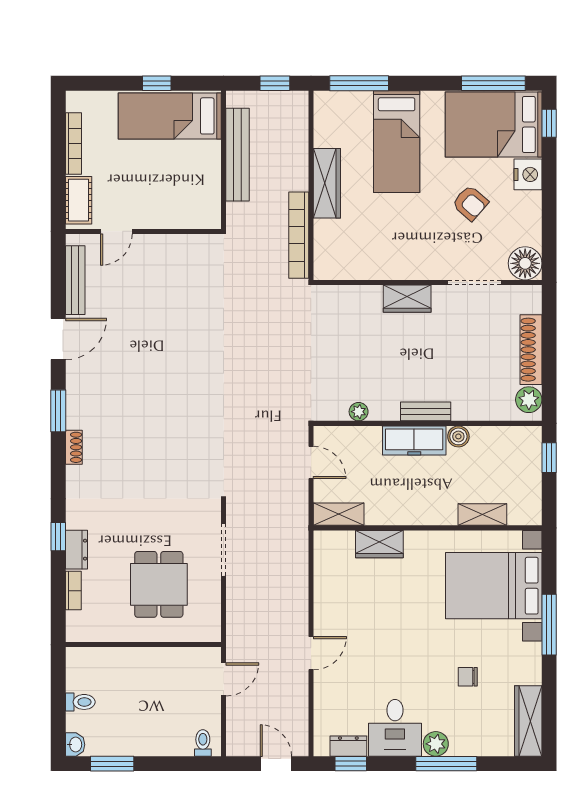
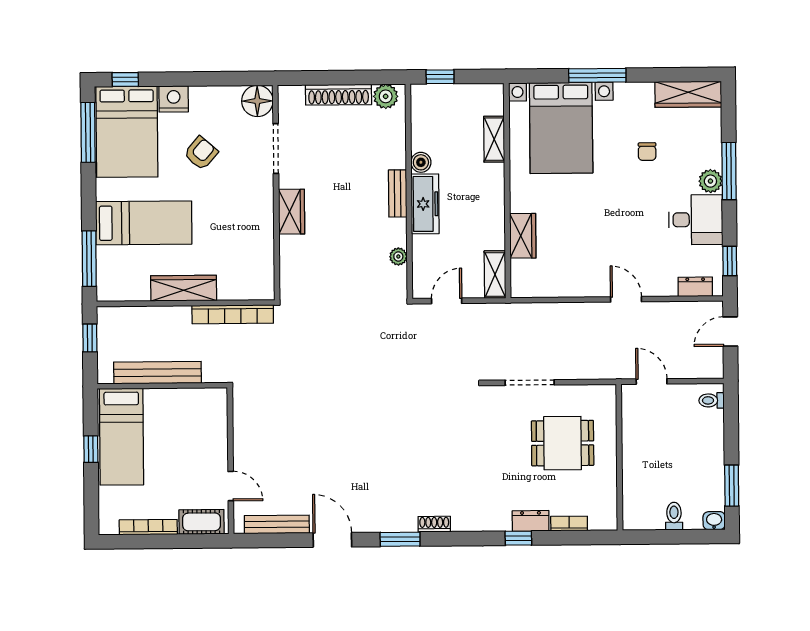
dresser: (348, 746) -> (695, 287), moved, turned 90

